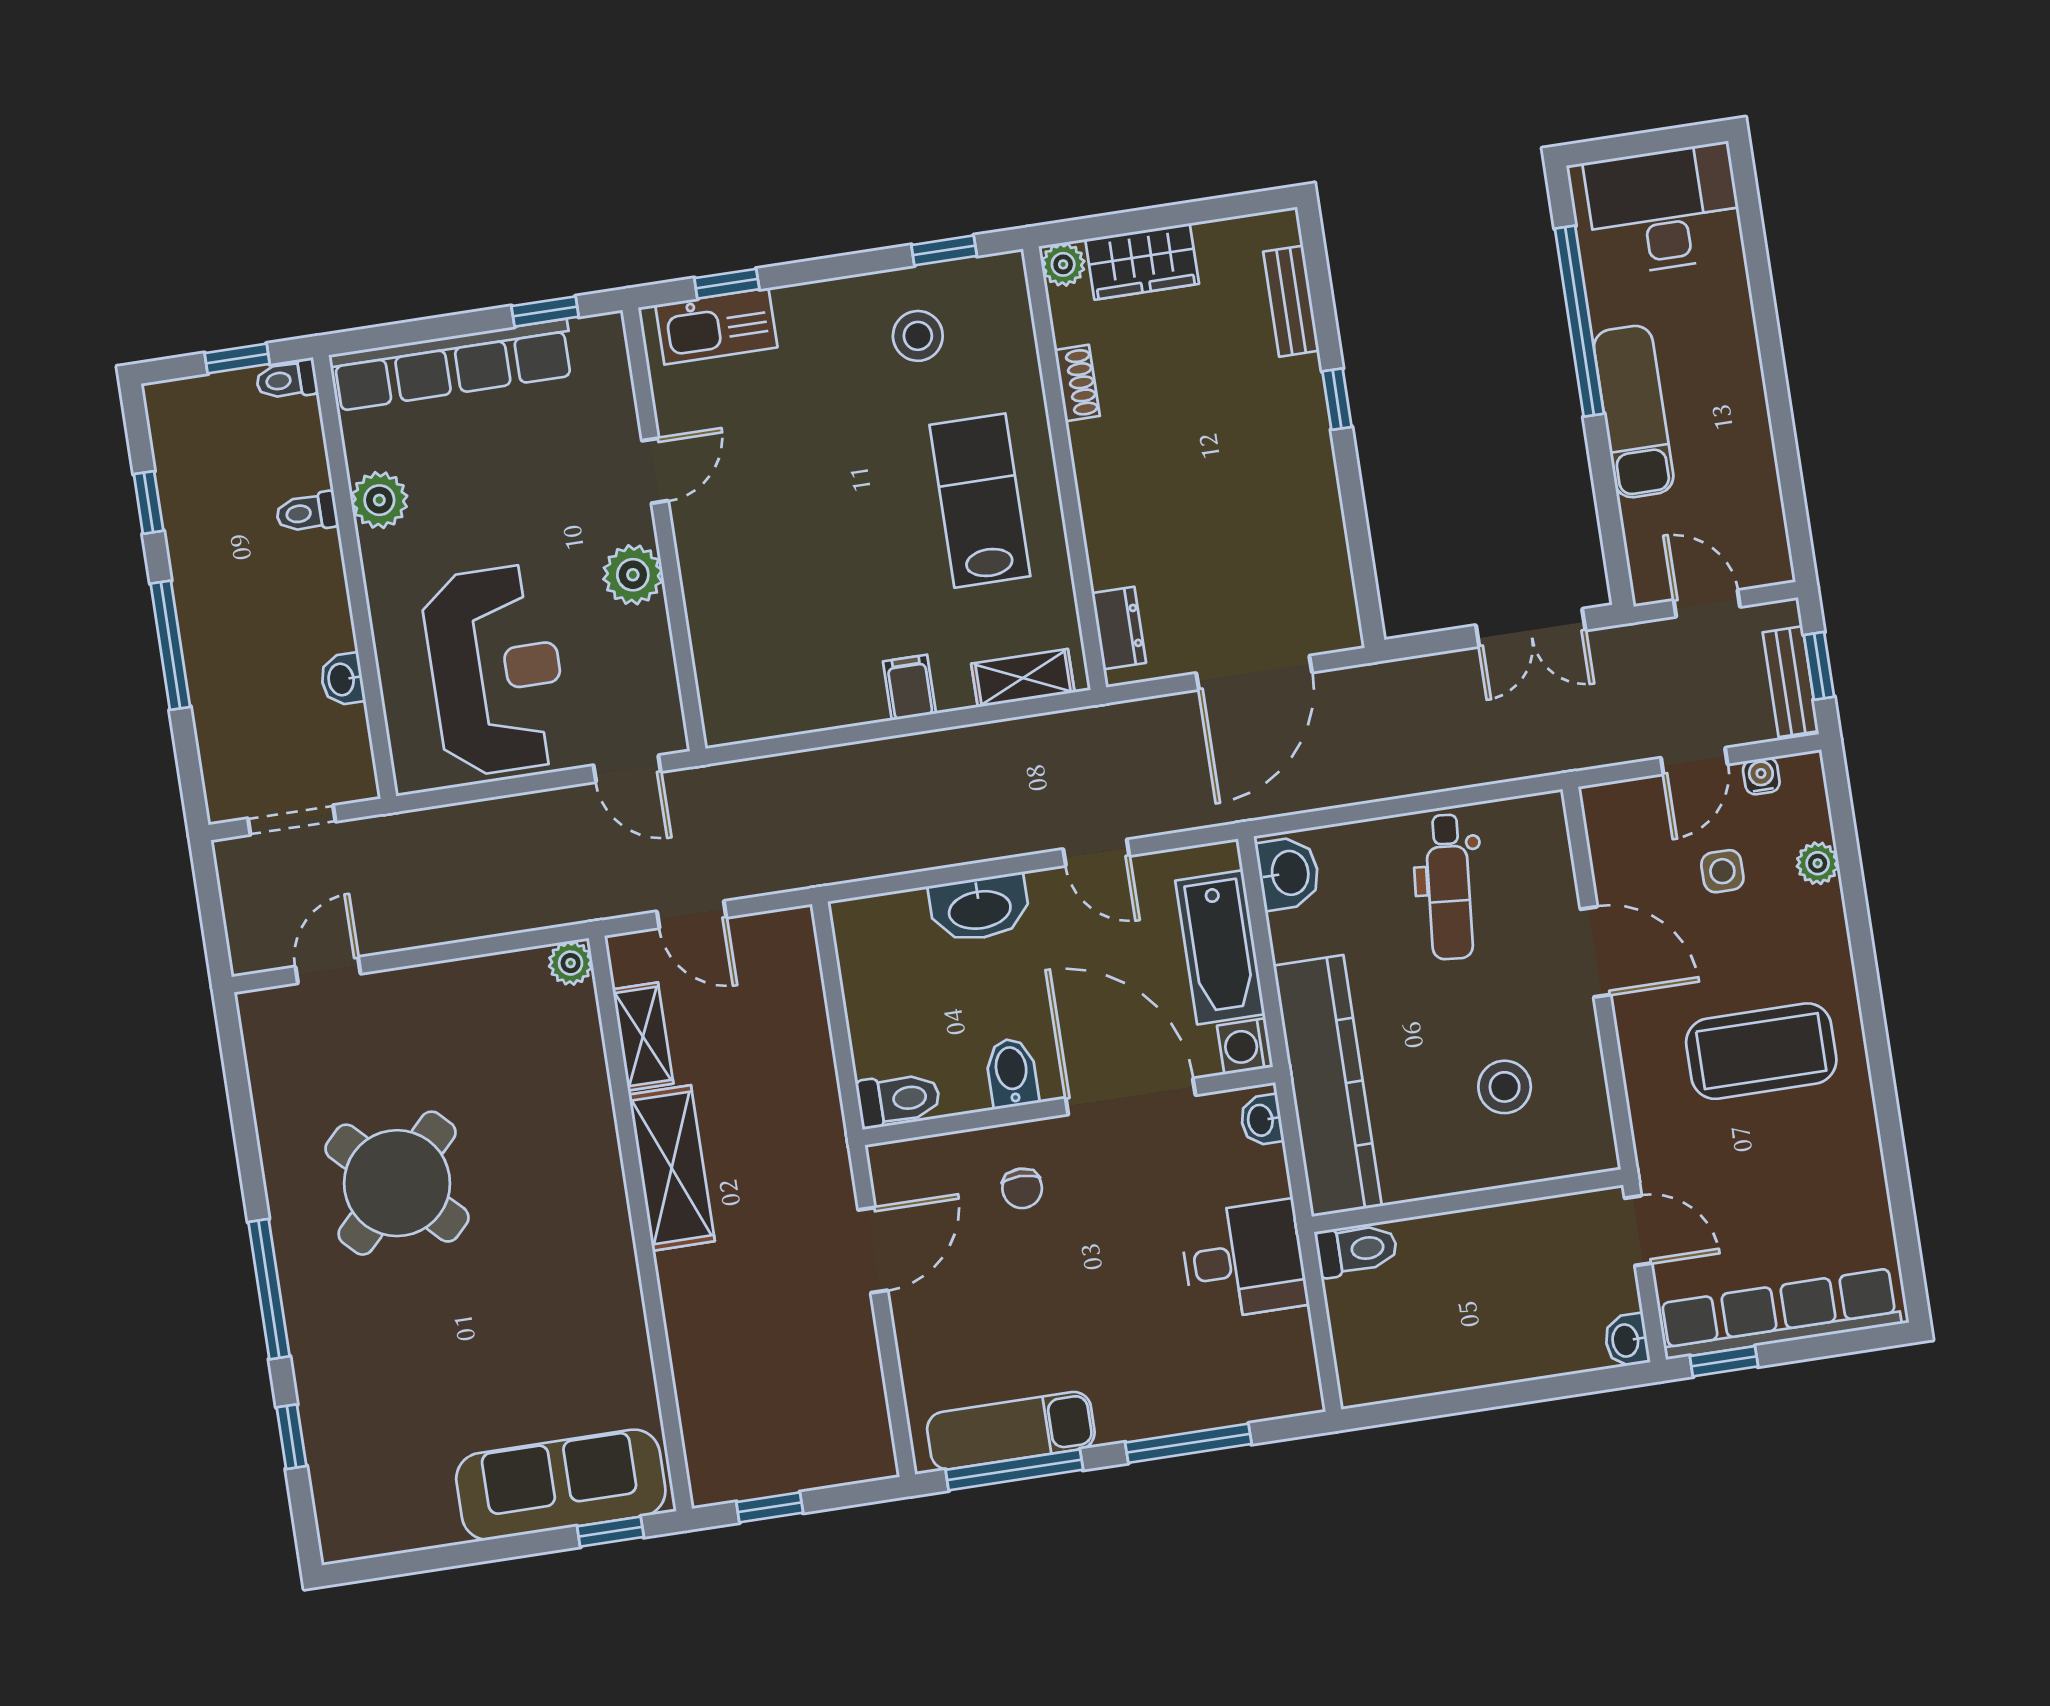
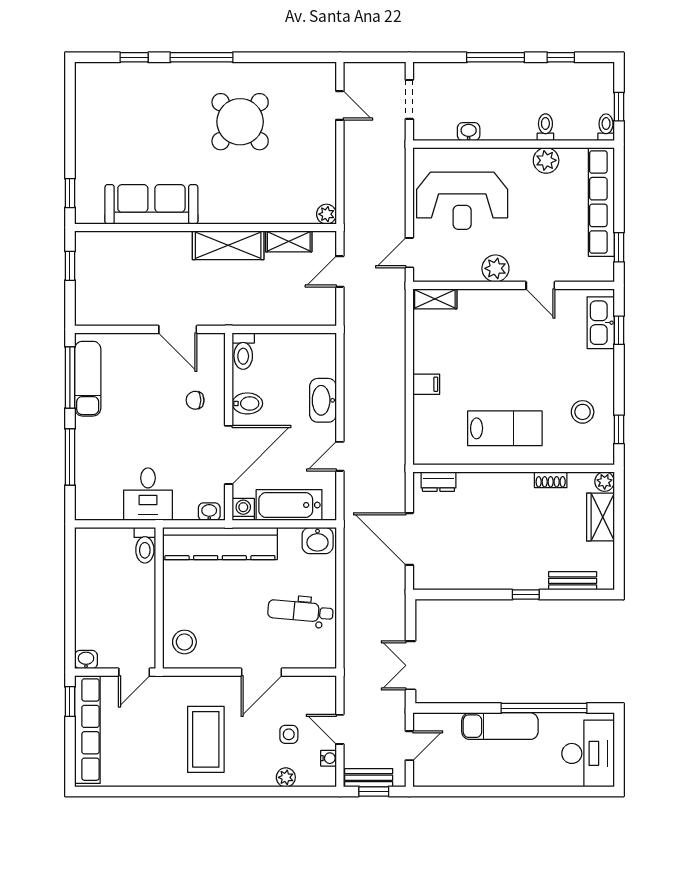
shelving: (1023, 678) -> (435, 299), moved, turned 90
stool: (1505, 1087) -> (184, 642), moved
sofa: (561, 1485) -> (151, 204), moved, turned -90

